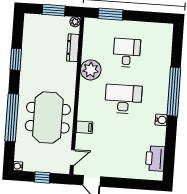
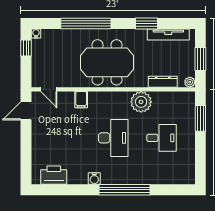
tv unit: (28, 39) -> (168, 34), added
meeting table: (48, 118) -> (107, 62), moved
window: (42, 177) -> (26, 48), moved

